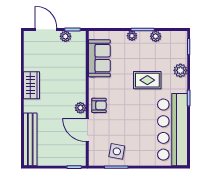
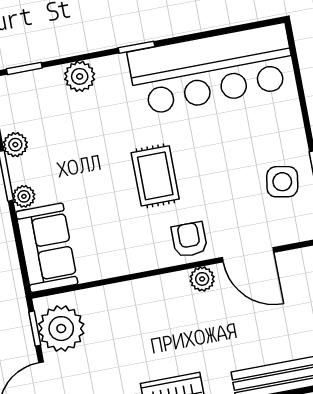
plant: (65, 36) -> (61, 329), width x1.88, depth x1.88
sofa: (99, 58) -> (47, 248), moved, turned 90
rug: (147, 80) -> (155, 176), moved
door: (87, 130) -> (248, 255), hinge flipped

